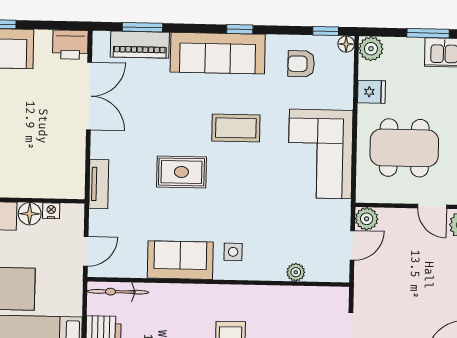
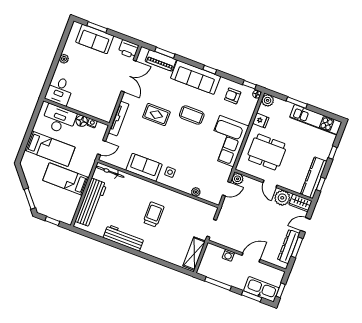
rug: (181, 172) -> (156, 115), moved
tv unit: (99, 184) -> (119, 118), width x1.41

